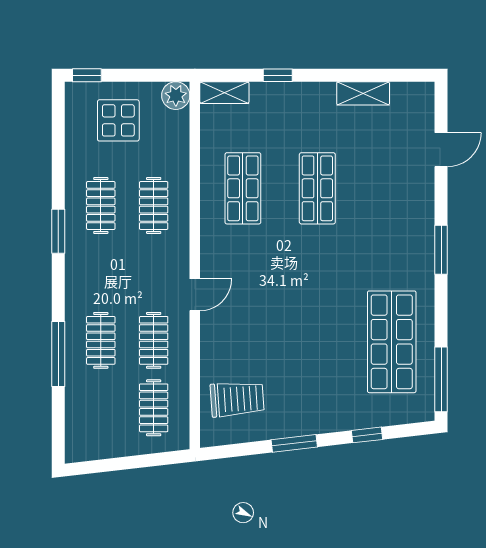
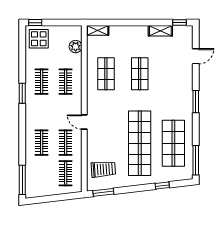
window: (278, 75) -> (180, 23), moved
plant: (176, 96) -> (76, 47), moved
display table: (118, 120) -> (39, 39), moved
door: (195, 295) -> (84, 122), swing flipped
shop shelf: (317, 342) -> (140, 143), added
window: (58, 354) -> (22, 180), moved
window: (294, 443) -> (103, 192), moved

